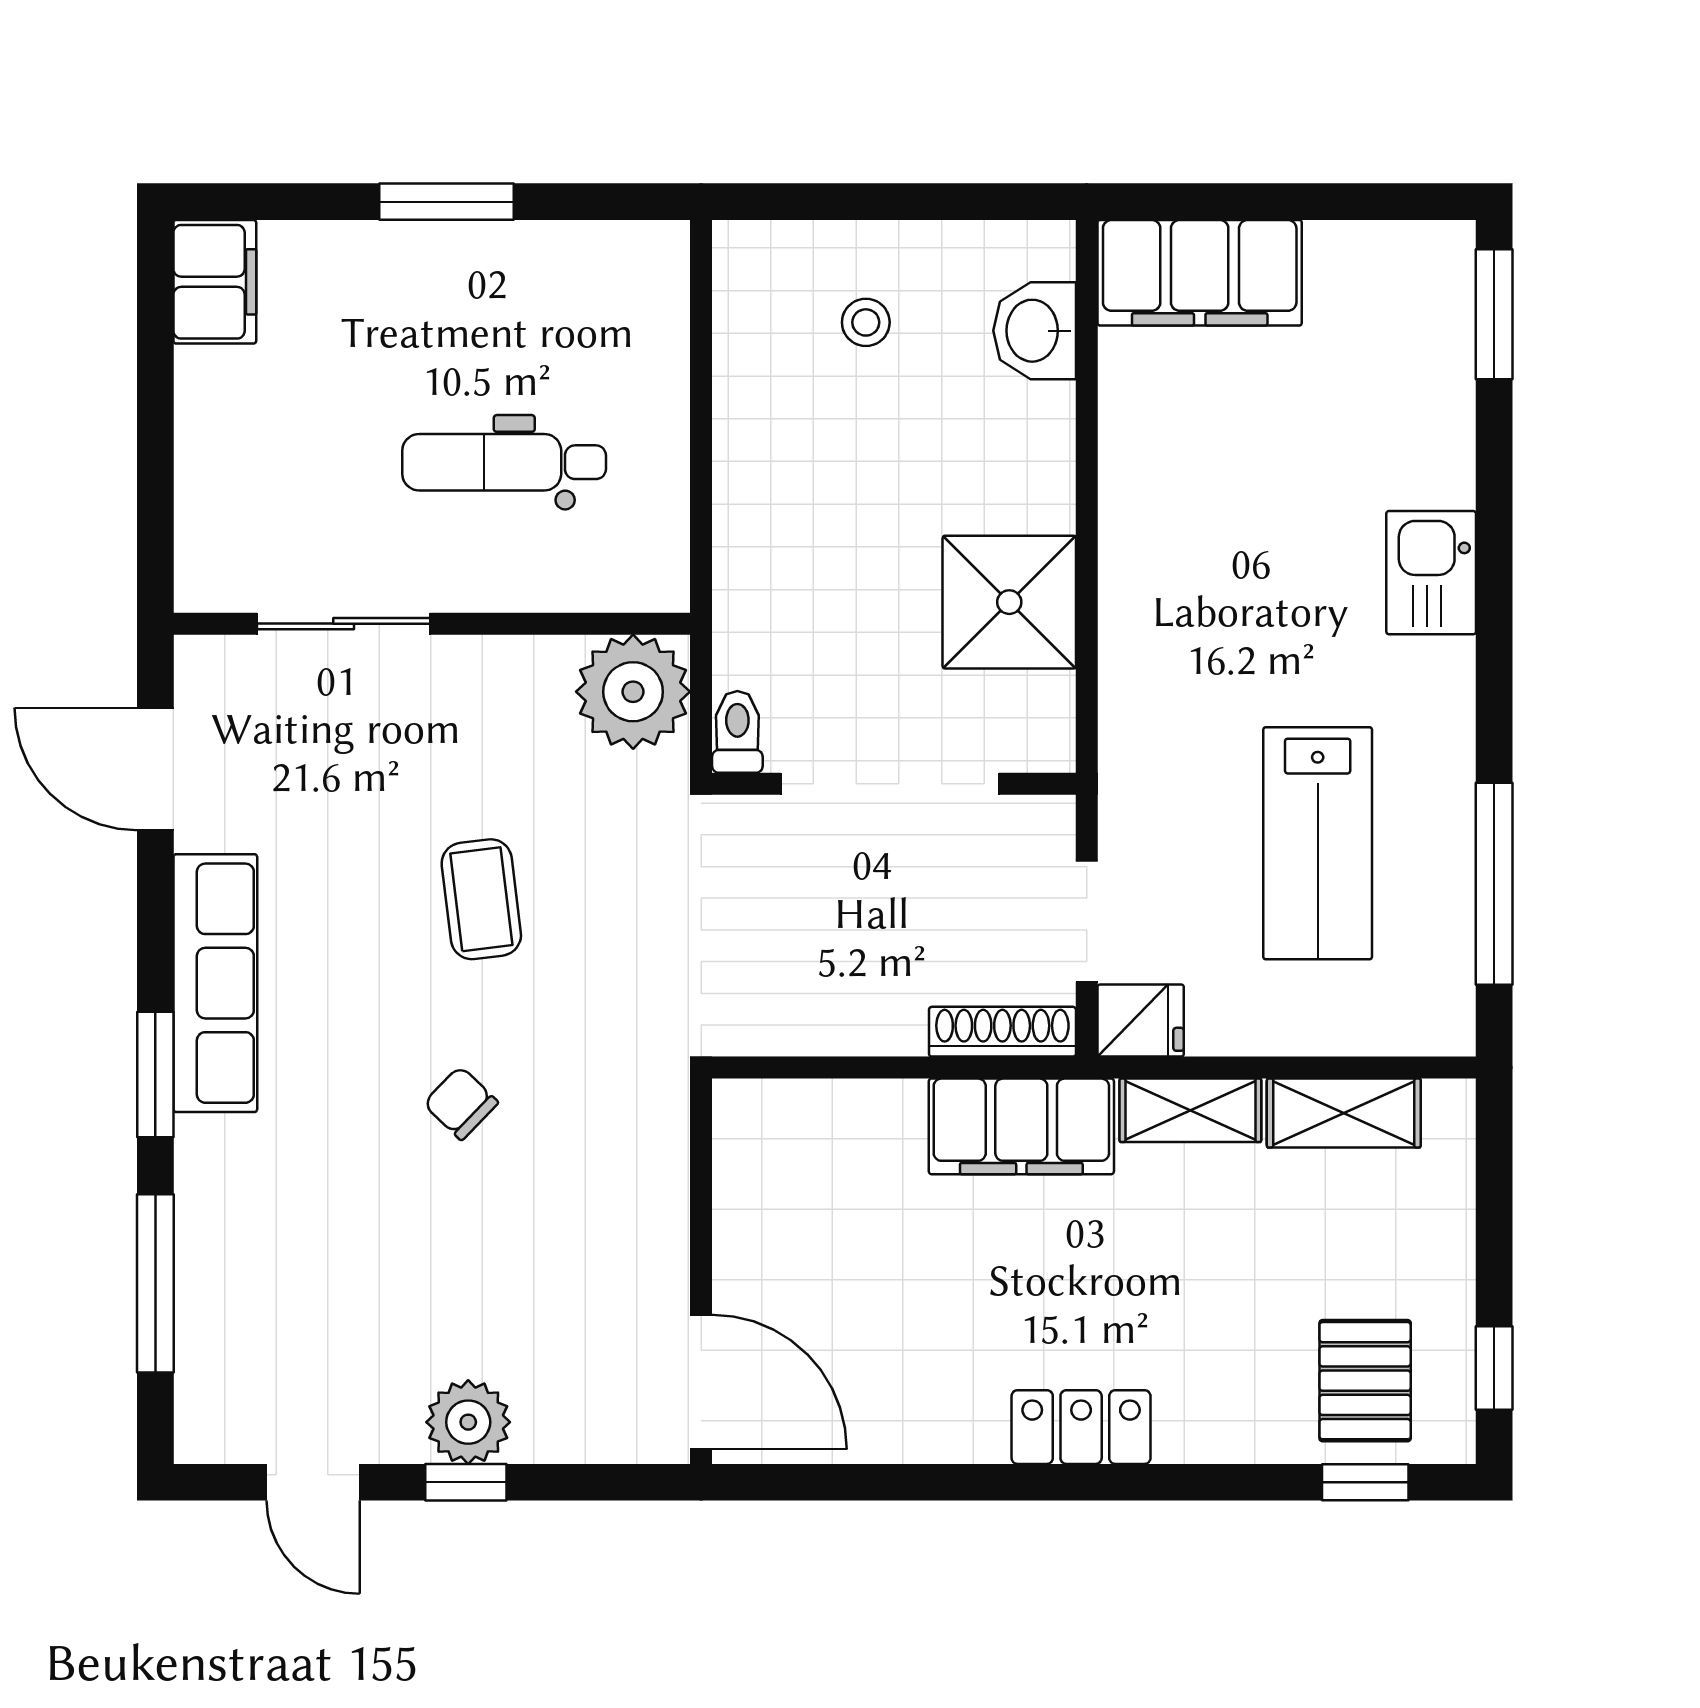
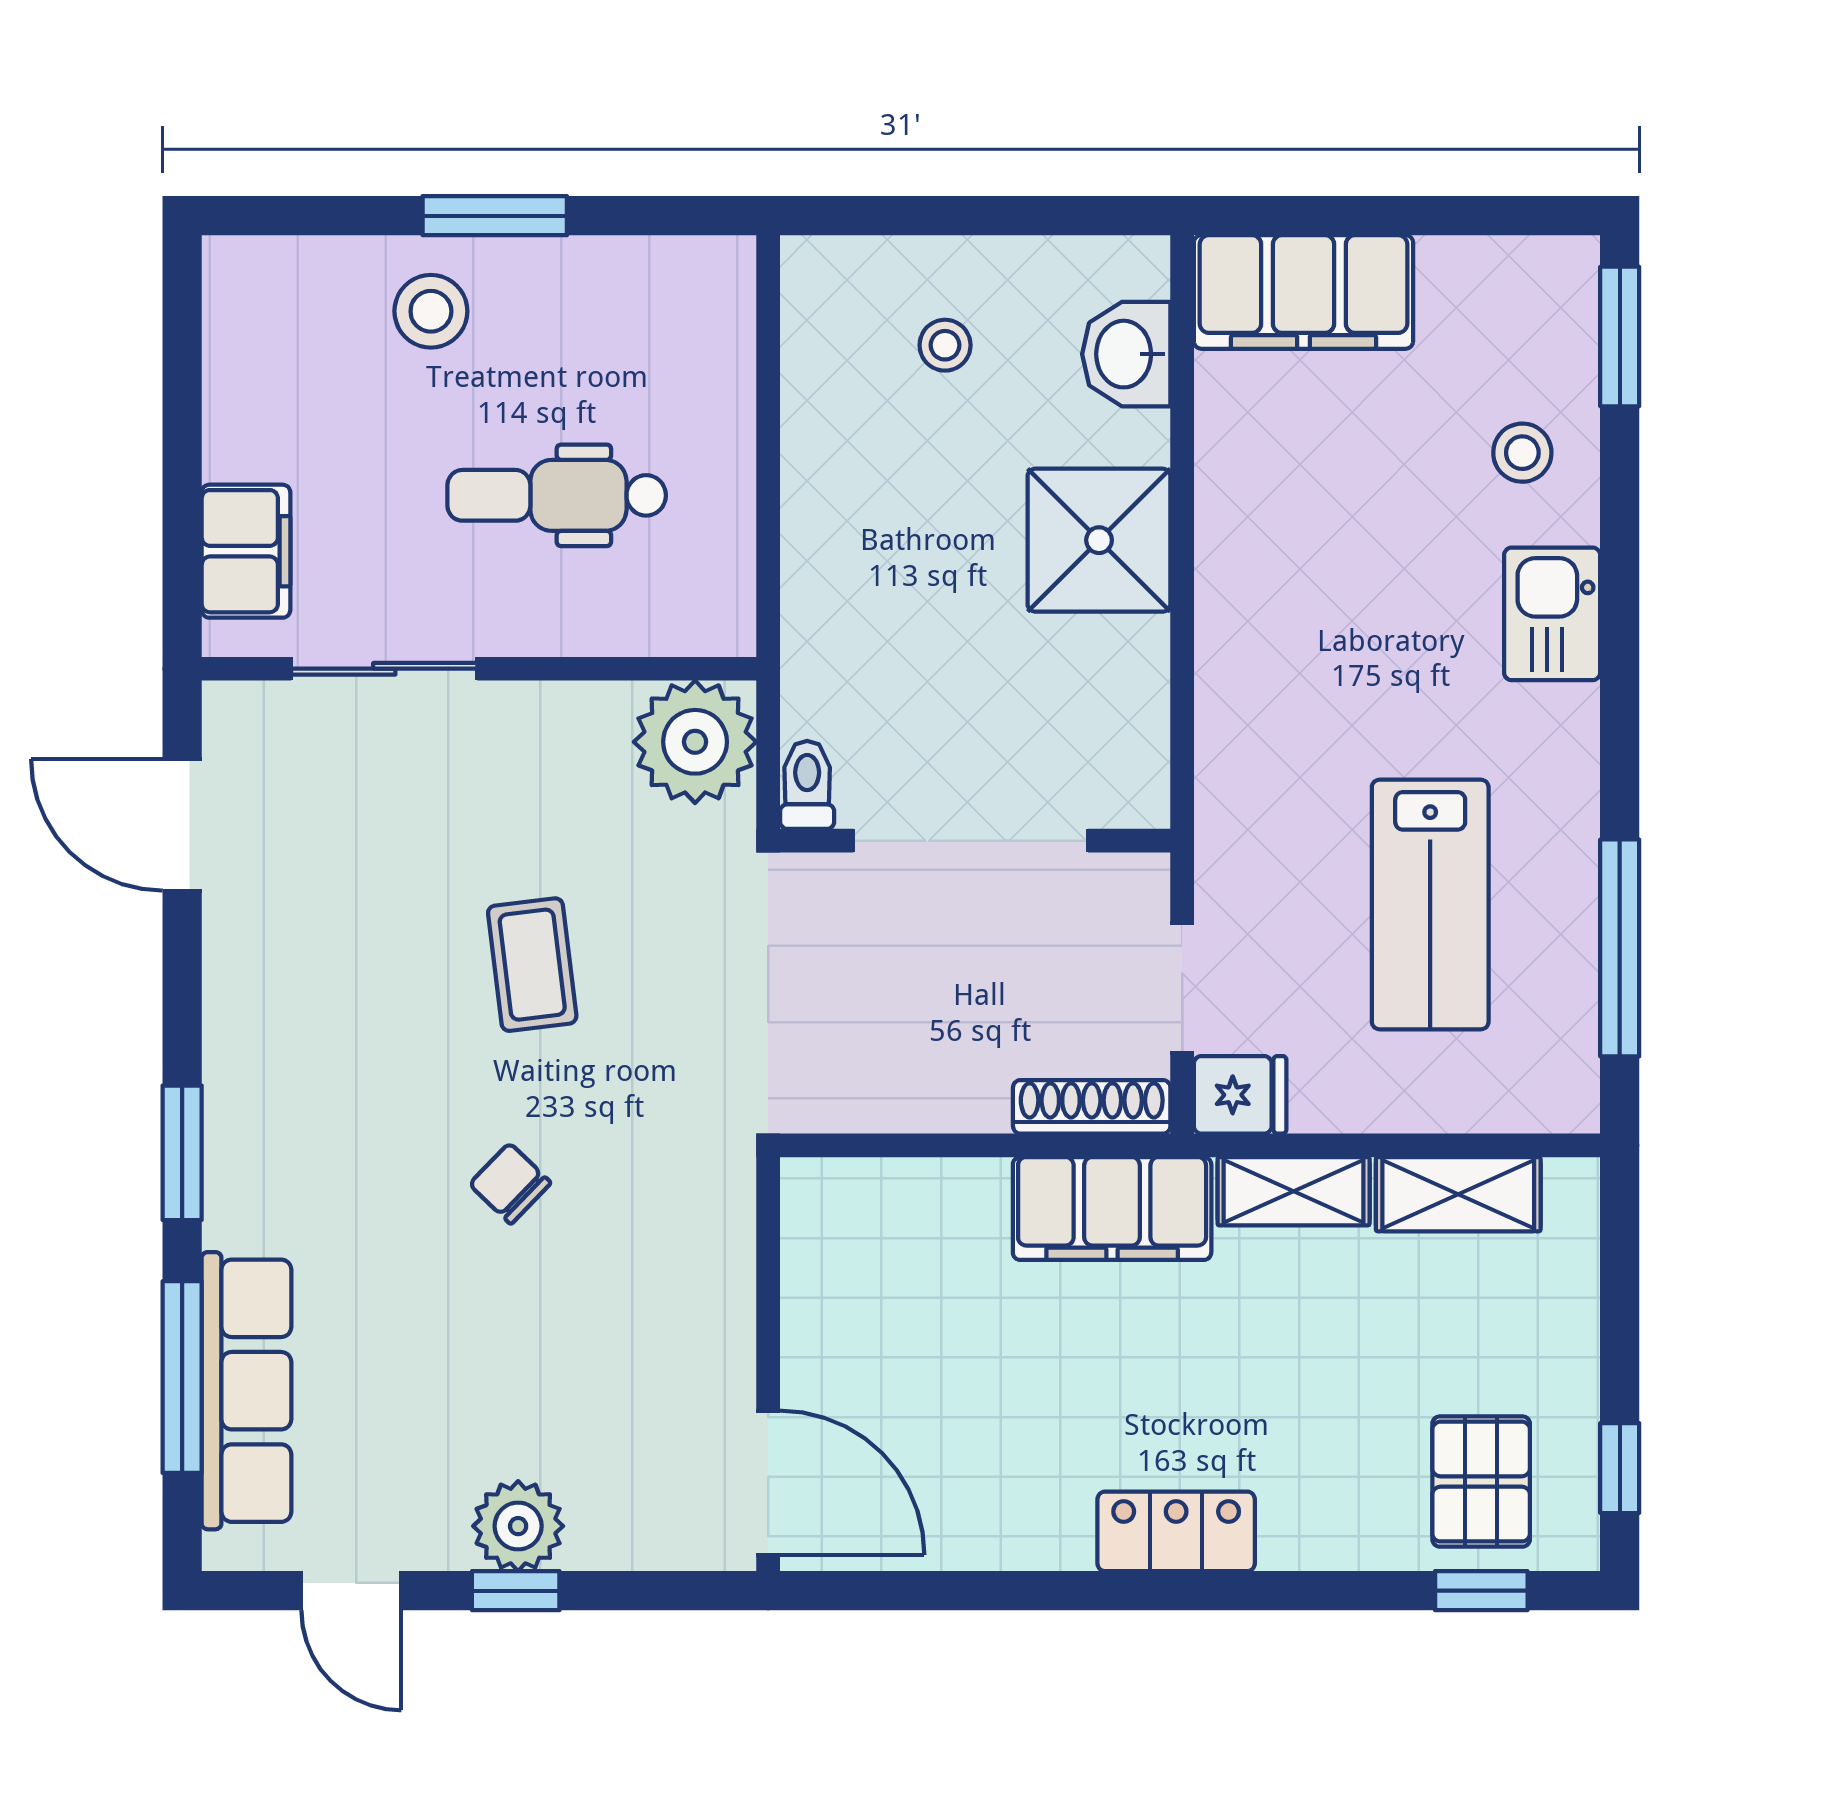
filing cabinet: (215, 282) -> (246, 551), moved
stool: (387, 291) -> (431, 311), added
stool: (1403, 422) -> (1522, 453), added
shower: (1009, 602) -> (1099, 540), moved
row of seats: (215, 983) -> (247, 1391), moved

